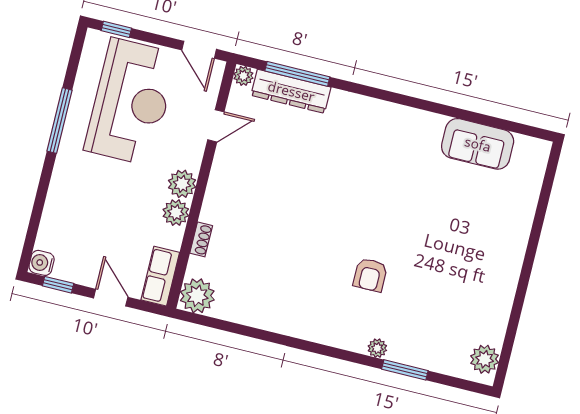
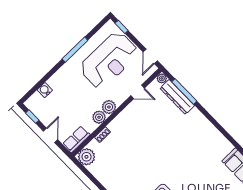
water cooler: (42, 263) -> (45, 90), moved

